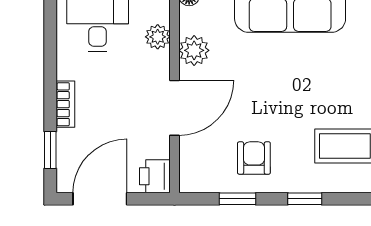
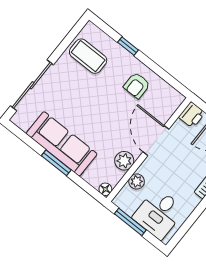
door: (174, 108) -> (156, 141), hinge flipped
window: (238, 199) -> (160, 72), removed

